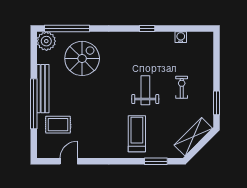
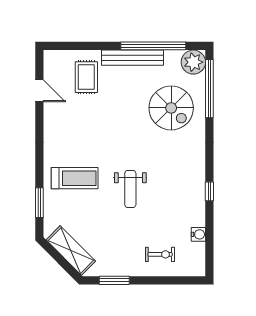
exercise bike: (182, 87) -> (160, 254), moved
weight bench: (145, 90) -> (130, 189), turned 90
window: (34, 104) -> (153, 46), moved

